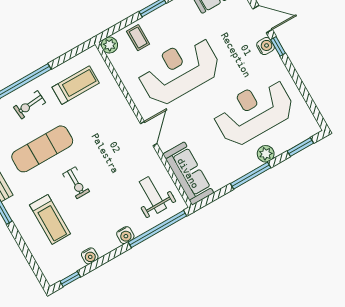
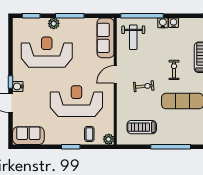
reception desk: (179, 70) -> (76, 101), turned 180
exercise bike: (30, 105) -> (144, 86), moved
reception desk: (254, 112) -> (47, 52), turned 180
water cooler: (90, 256) -> (173, 23), moved

